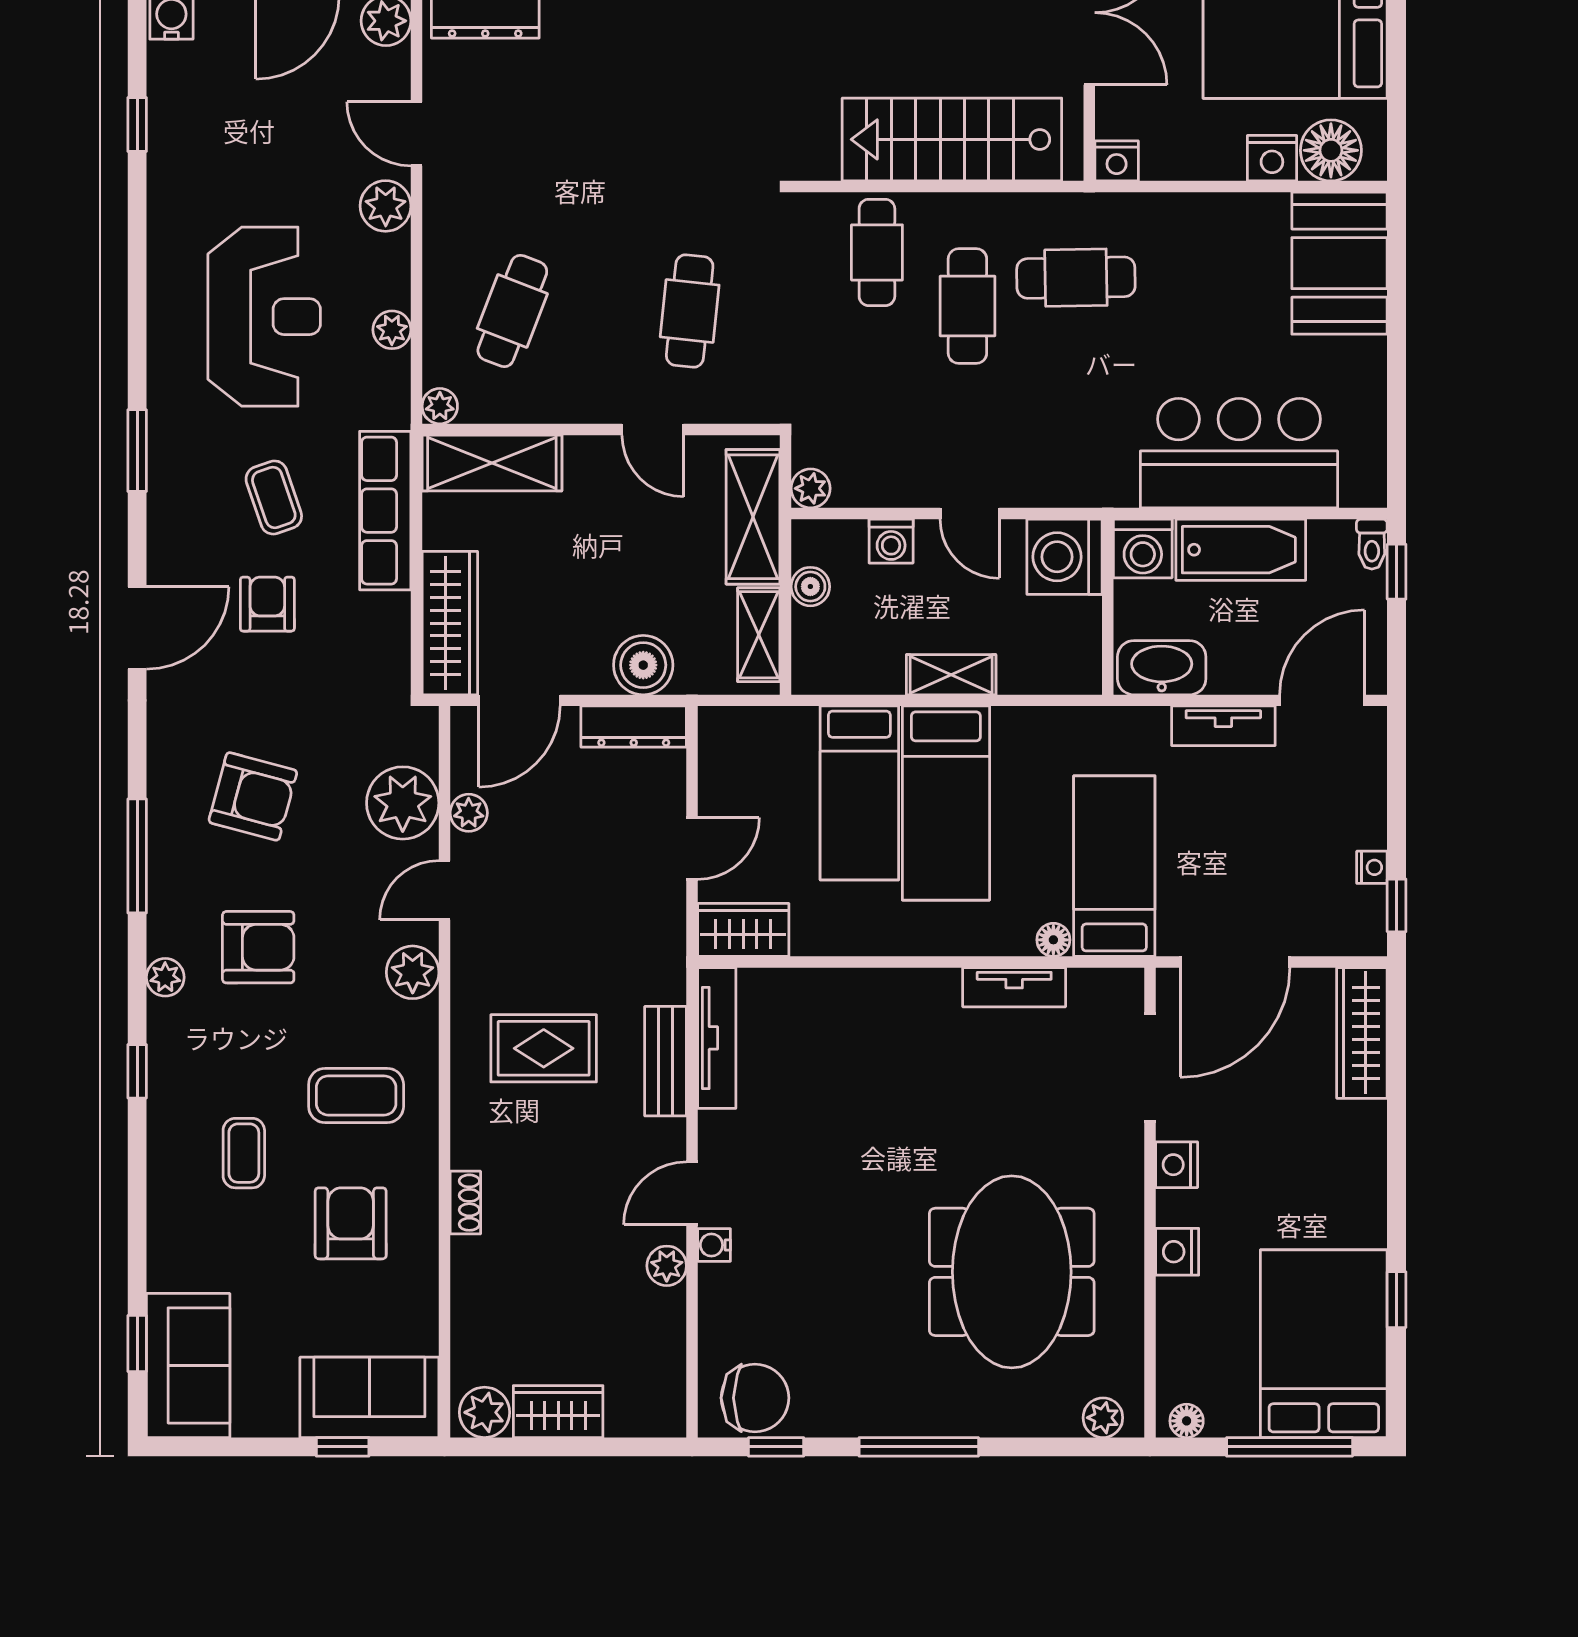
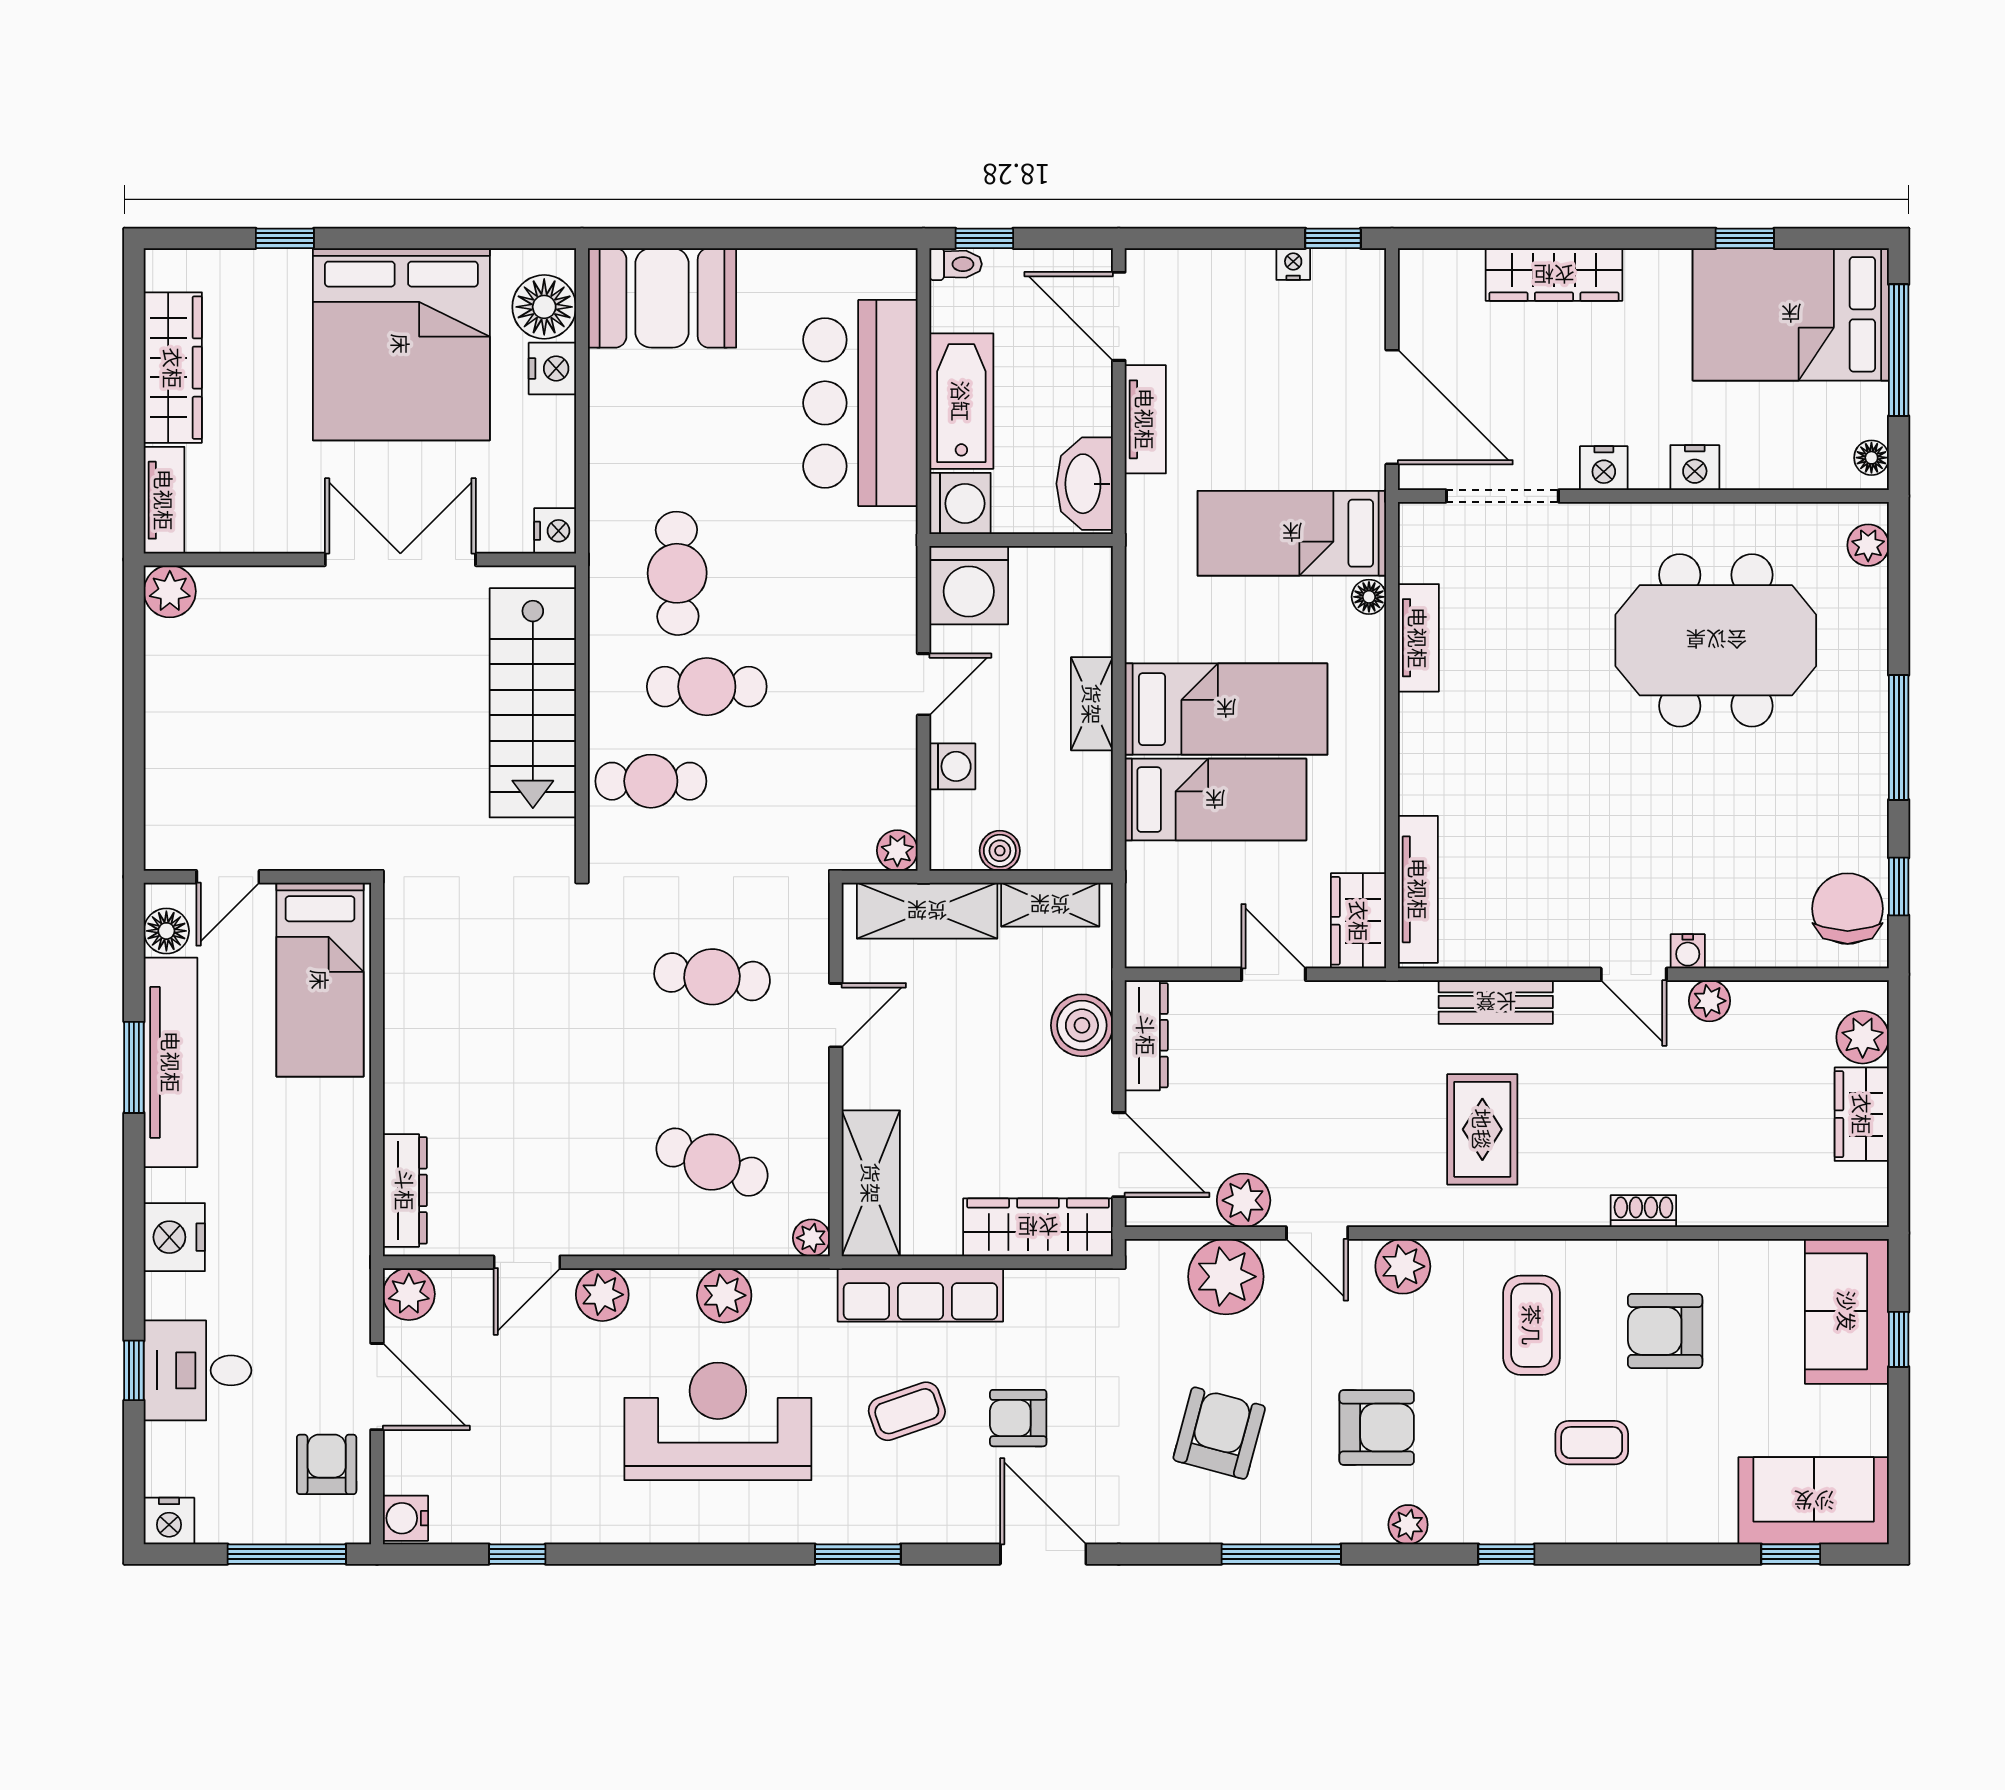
plant: (392, 330) -> (724, 1295), width x1.38, depth x1.38
plant: (469, 813) -> (1244, 1200), width x1.38, depth x1.38
armchair: (258, 947) -> (1377, 1428), turned 90
wardrobe: (1362, 1033) -> (1554, 275), moved
tv unit: (717, 1038) -> (1418, 889), moved, turned 90
plant: (484, 1412) -> (1863, 1037), moved

